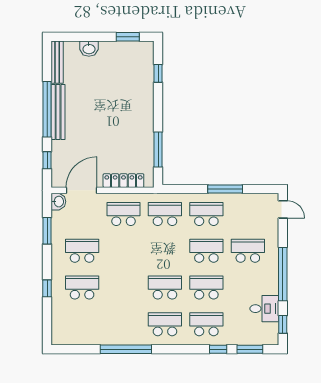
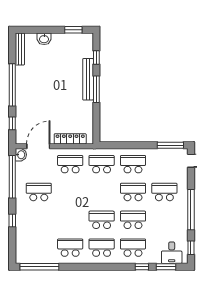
bench: (58, 112) -> (88, 79), moved
window: (158, 150) -> (96, 89), moved
window: (225, 189) -> (170, 145), moved
window: (47, 231) -> (12, 177), width x2.11
school desk: (82, 287) -> (70, 248), moved
desk: (264, 309) -> (172, 253), moved, turned 90
window: (126, 349) -> (39, 267), moved

